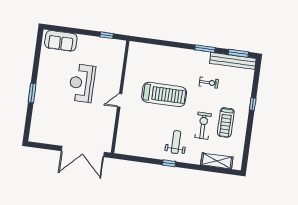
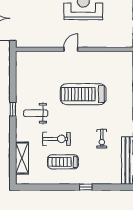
treadmill: (164, 94) -> (83, 94), turned 90
door: (120, 100) -> (71, 49), hinge flipped
weight bench: (176, 142) -> (36, 113), turned 180

